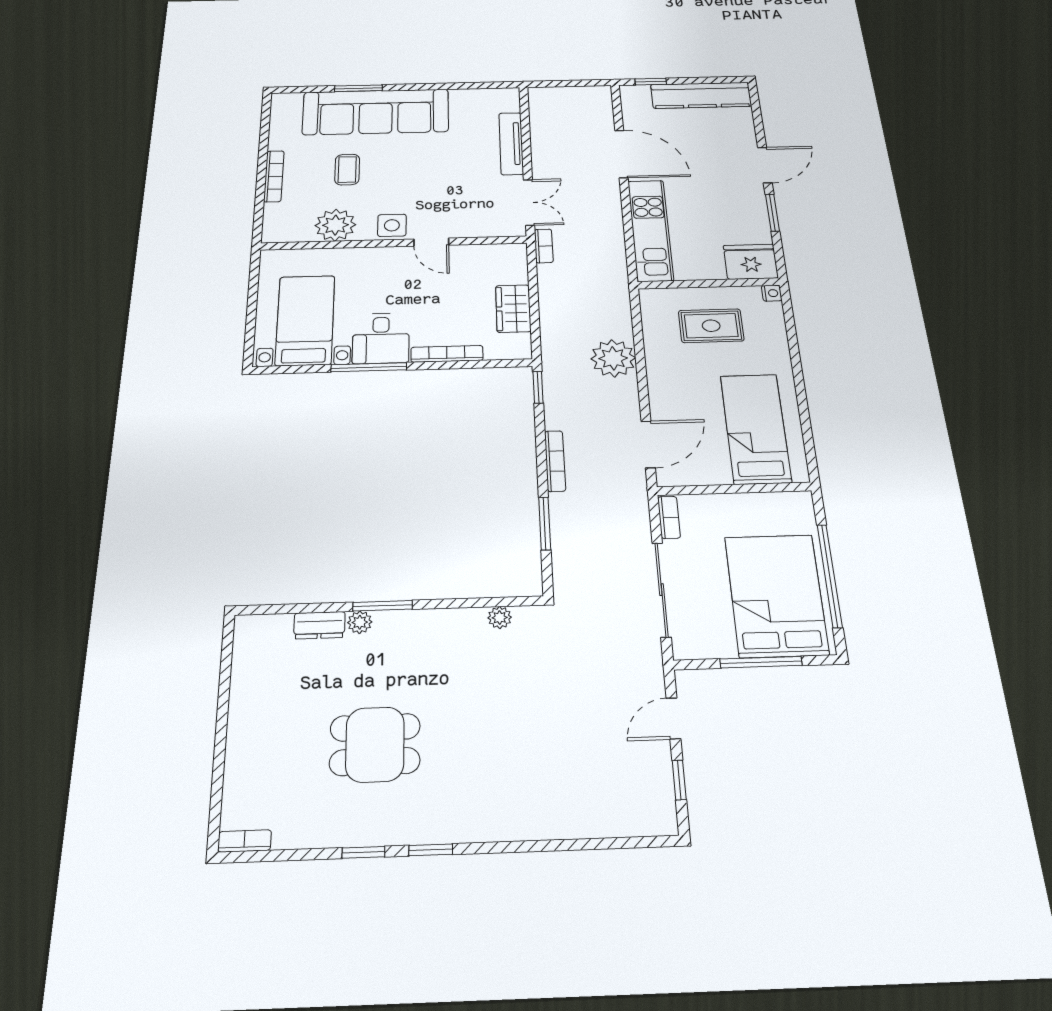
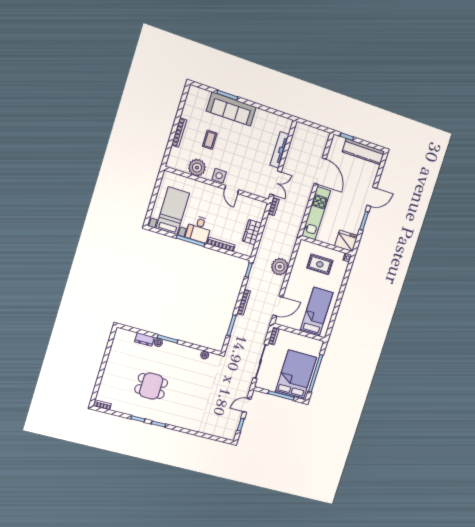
sofa: (376, 112) -> (231, 109), width x0.74, depth x0.79

